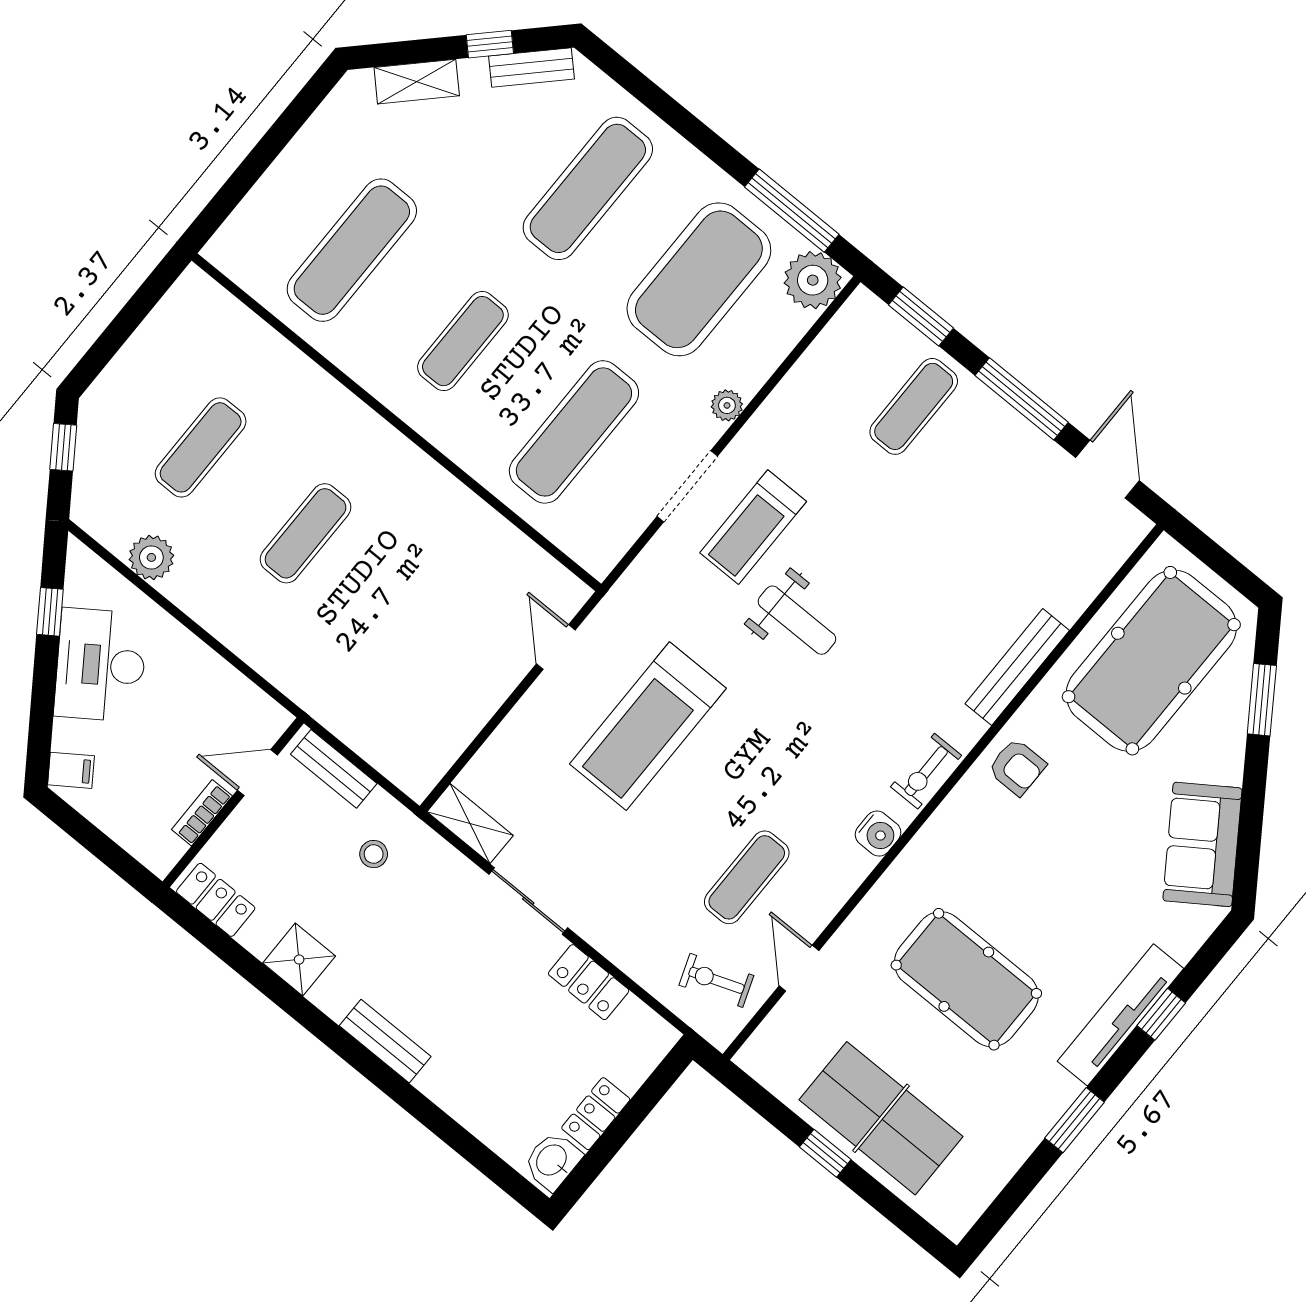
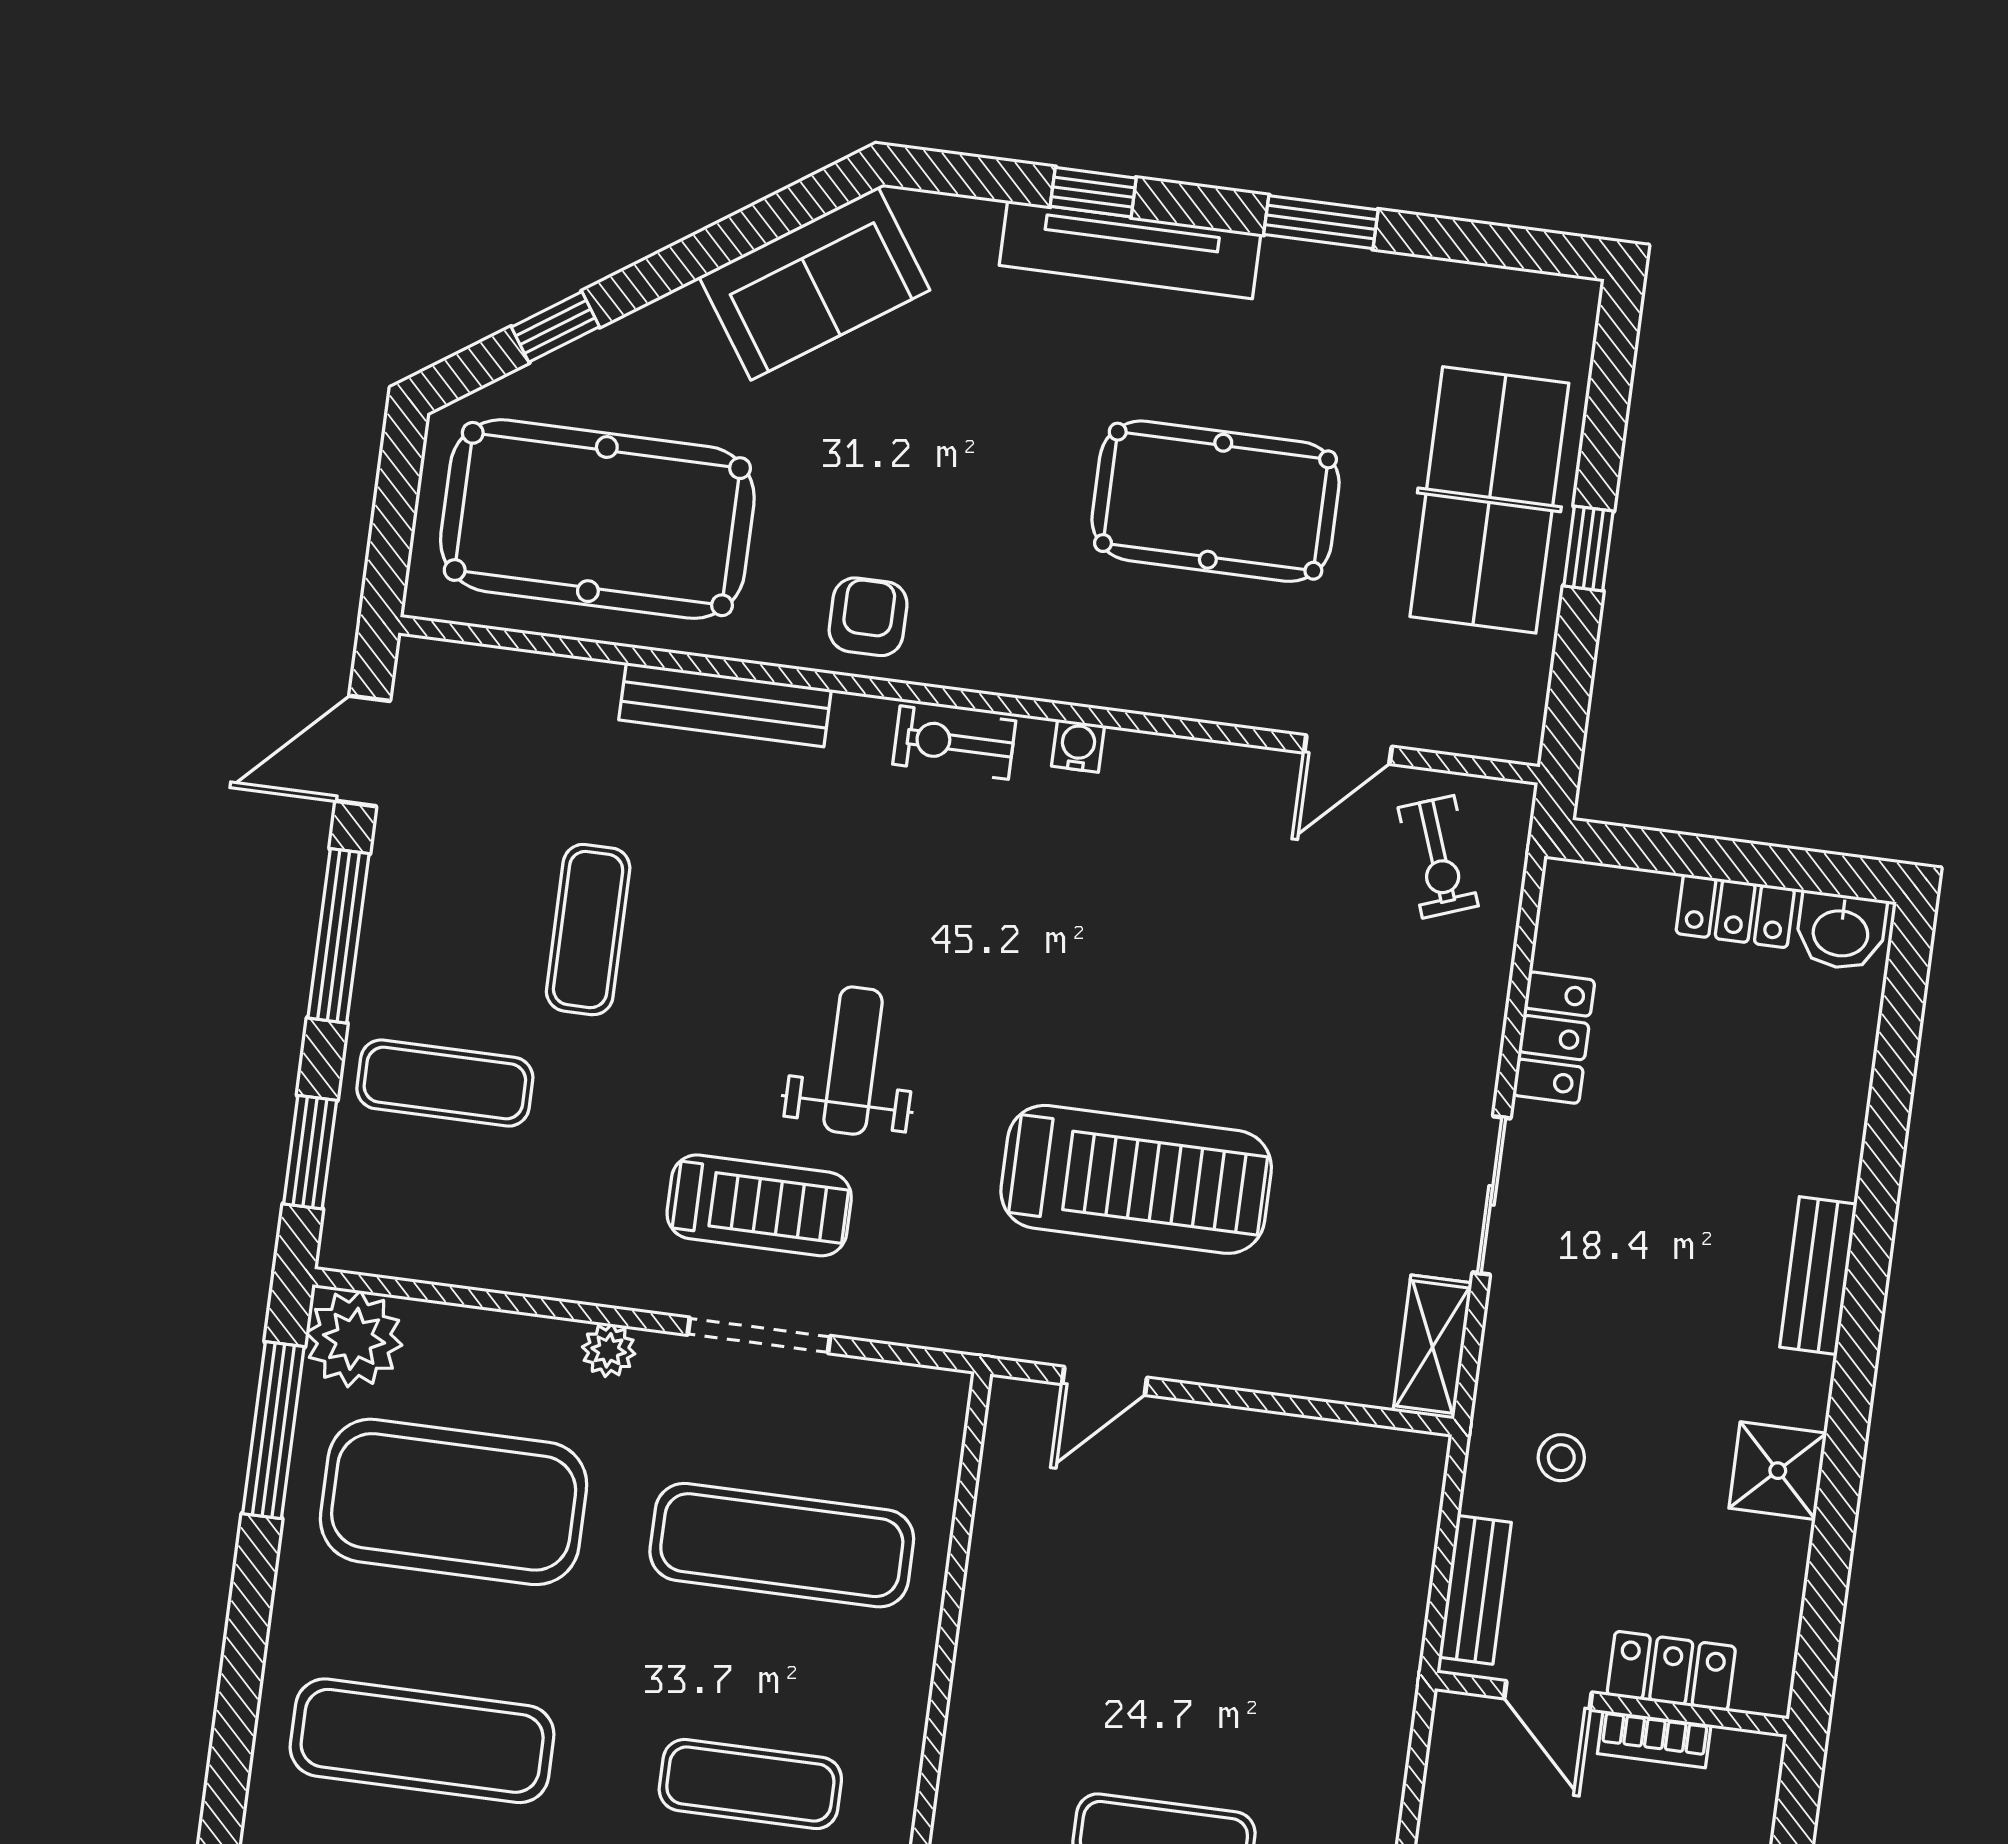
window: (1262, 700) -> (555, 327), width x0.67
exercise bike: (926, 771) -> (954, 743), turned 180
water cooler: (878, 834) -> (1078, 746), width x0.72, depth x0.72
exercise mat: (747, 877) -> (588, 930), moved, turned 90
locker: (216, 900) -> (1671, 1671), moved, turned 90
pool table: (966, 979) -> (1216, 501), turned 90

